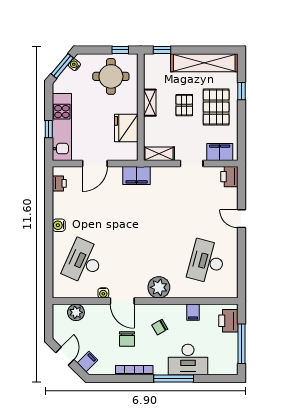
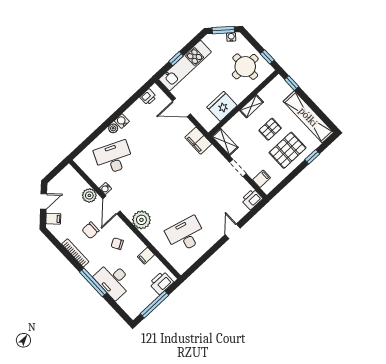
filing cabinet: (220, 152) -> (262, 179), width x0.50
plant: (58, 238) -> (113, 128), added
plant: (76, 312) -> (89, 195), moved

